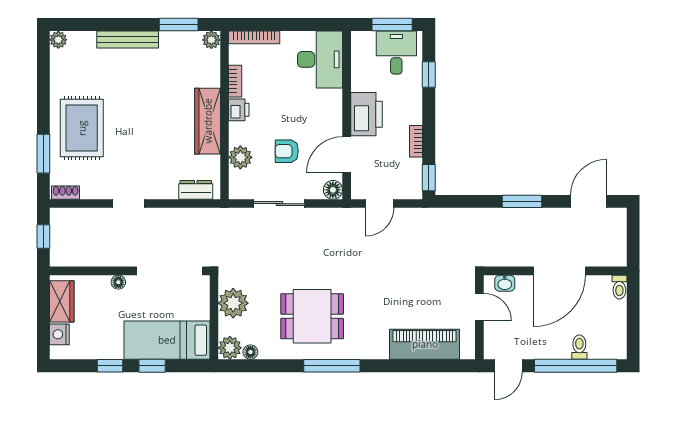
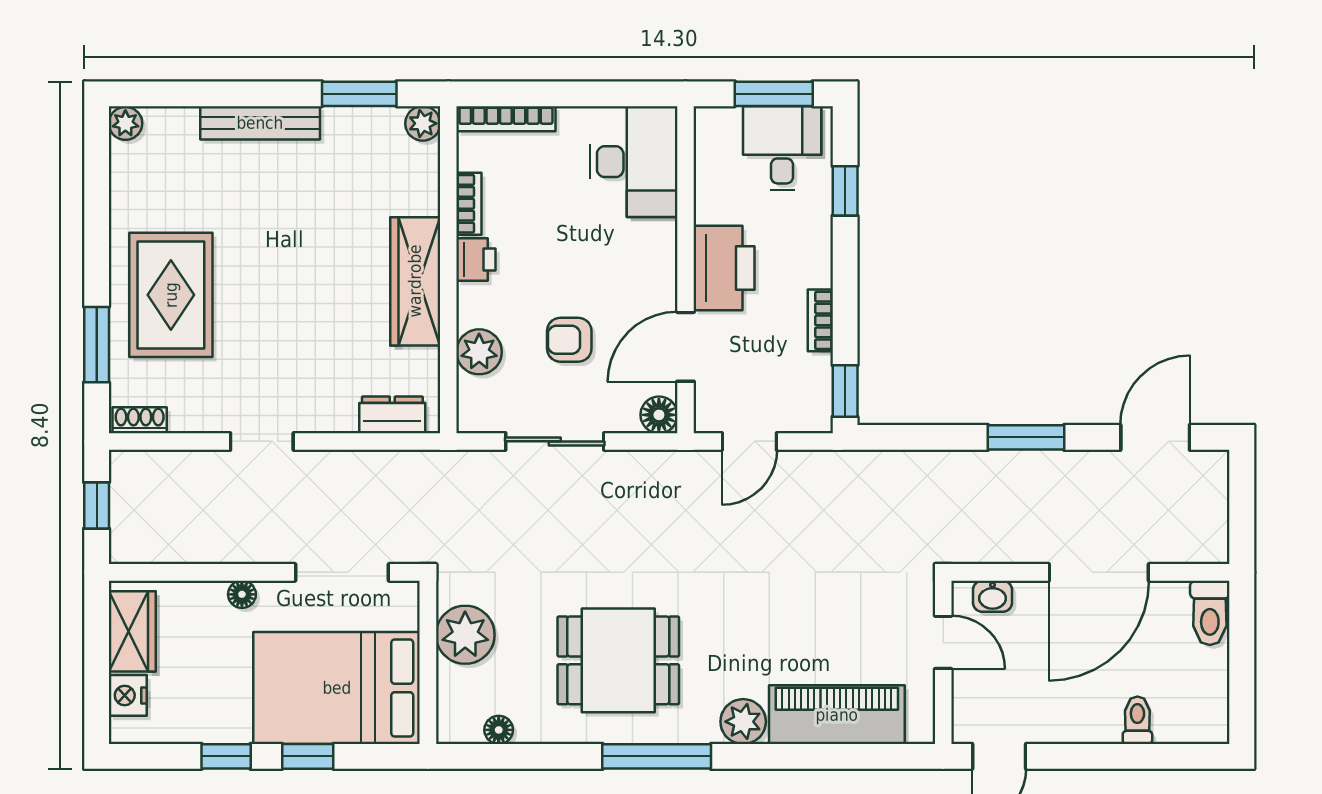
doorway: (170, 271) -> (342, 572), width x0.73
toilet: (619, 287) -> (1210, 613), width x1.37, depth x1.39
bed: (167, 340) -> (337, 688), width x1.50
plant: (230, 348) -> (743, 722), moved
window: (576, 366) -> (1130, 756), removed

